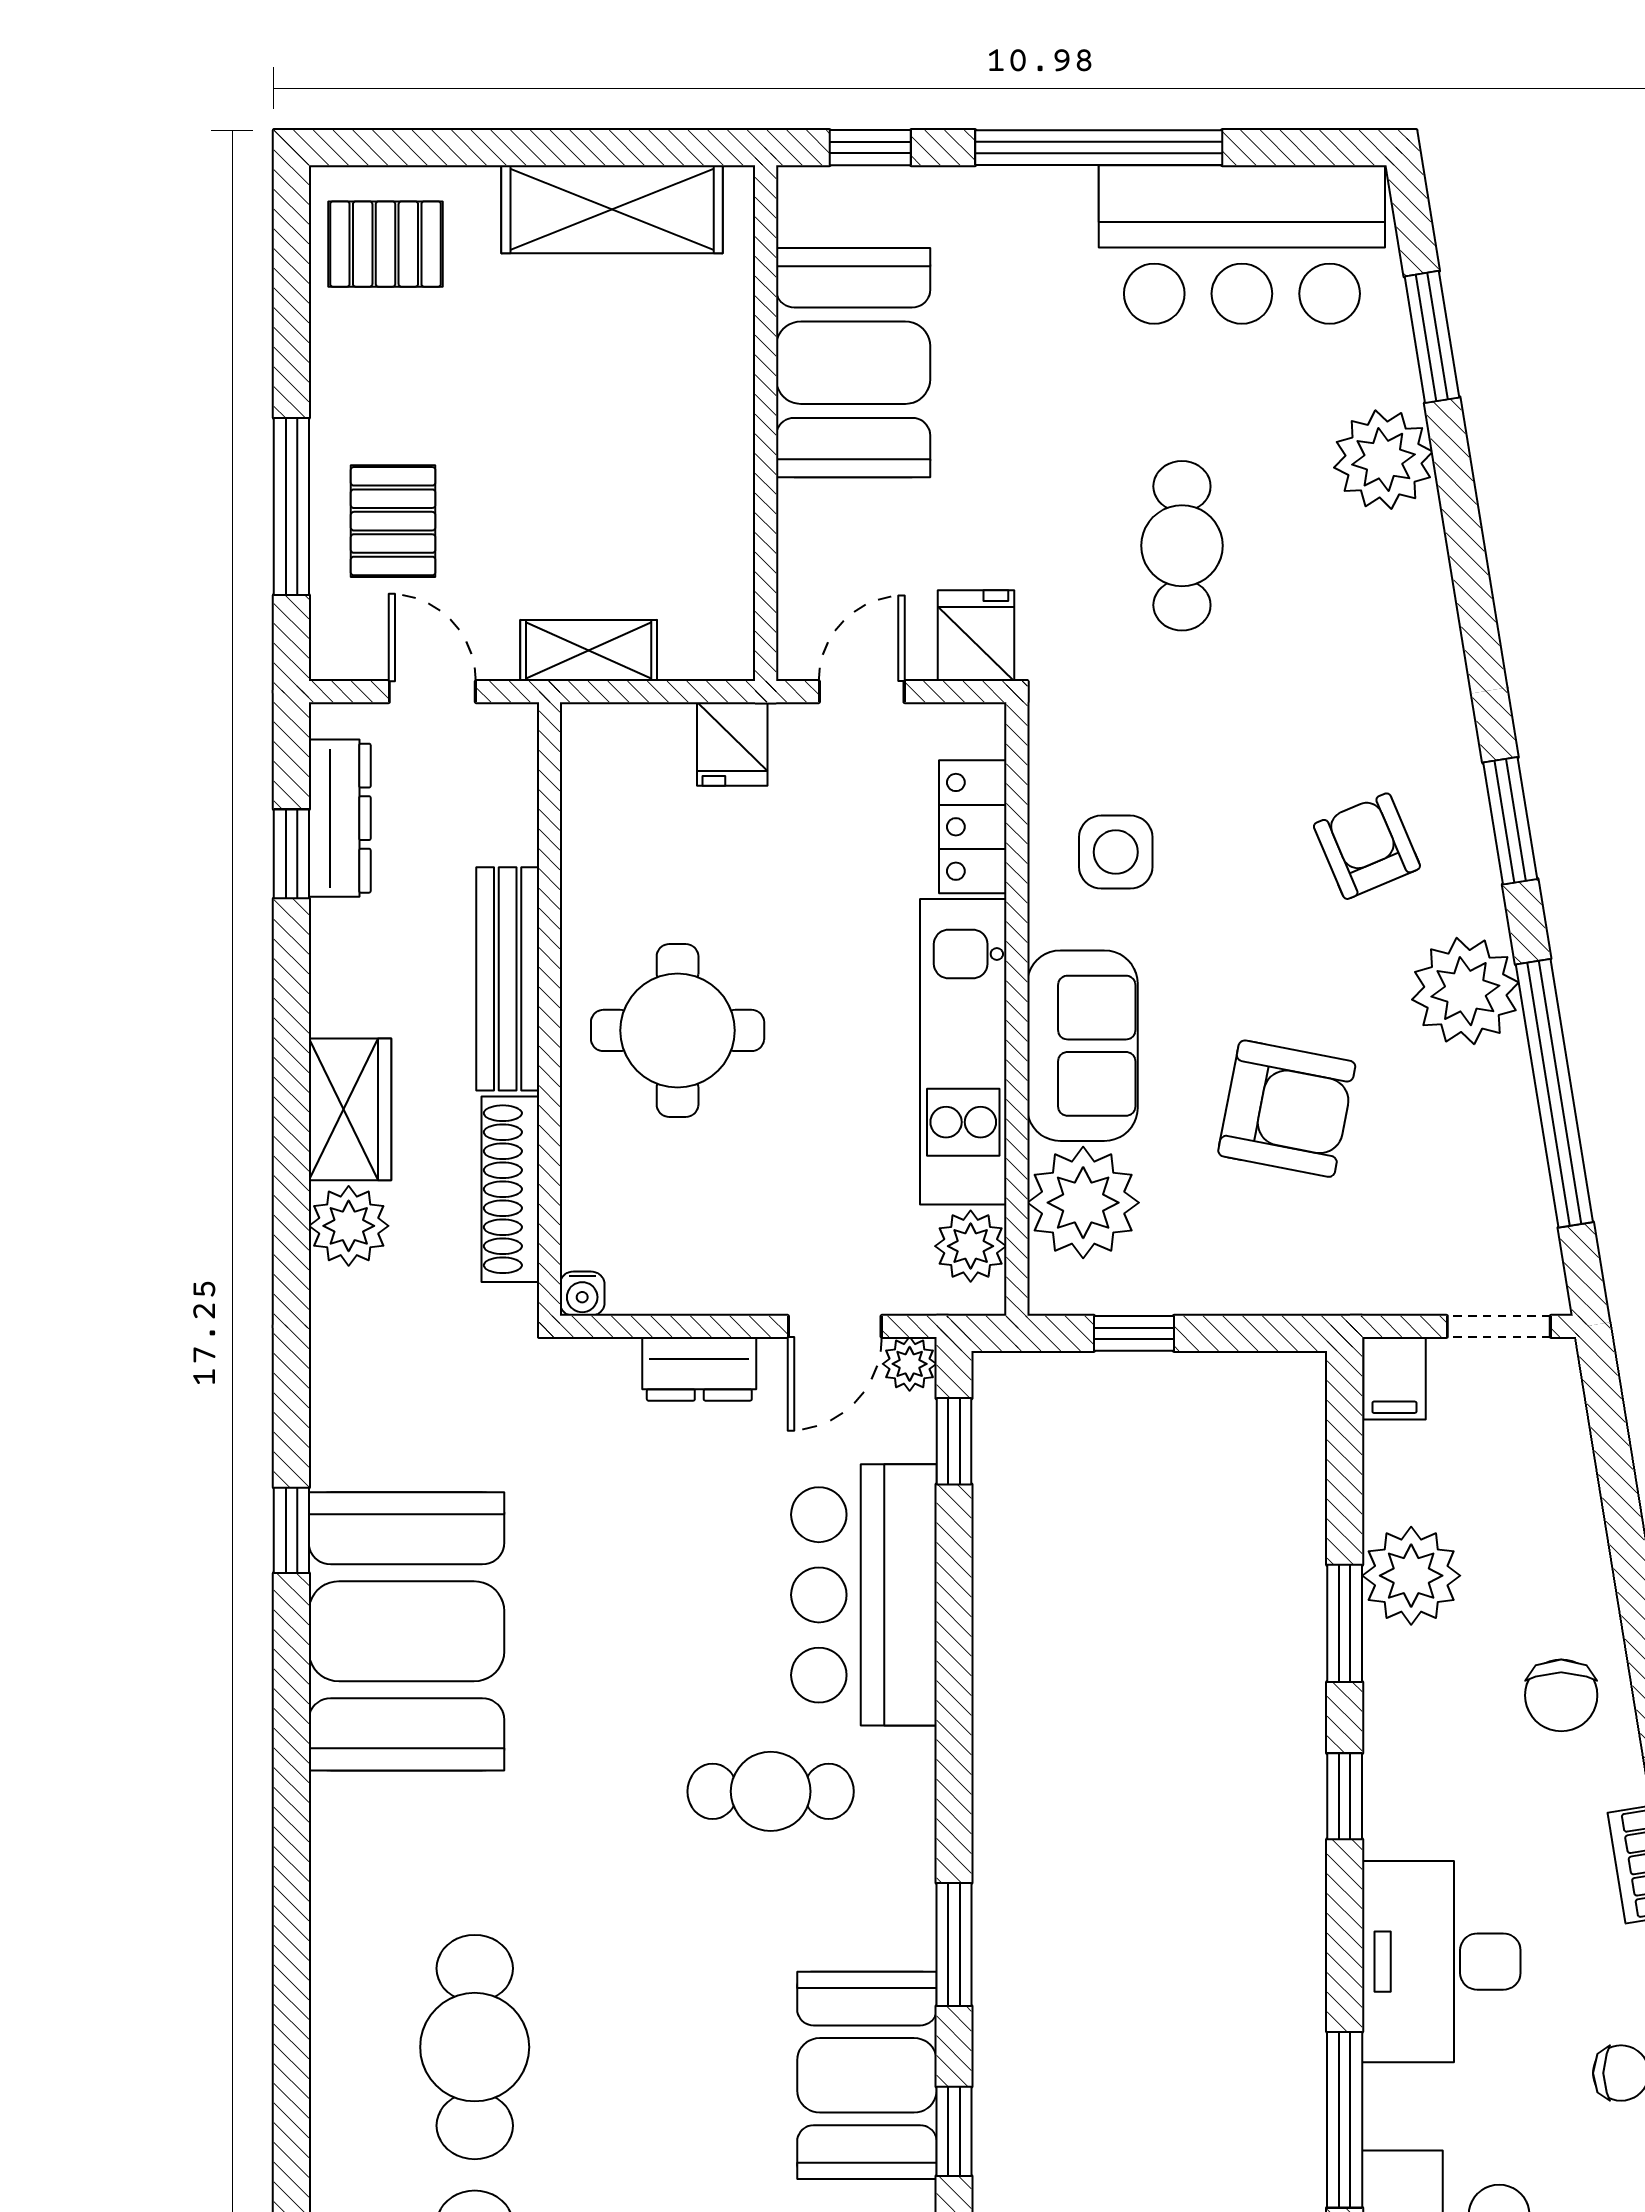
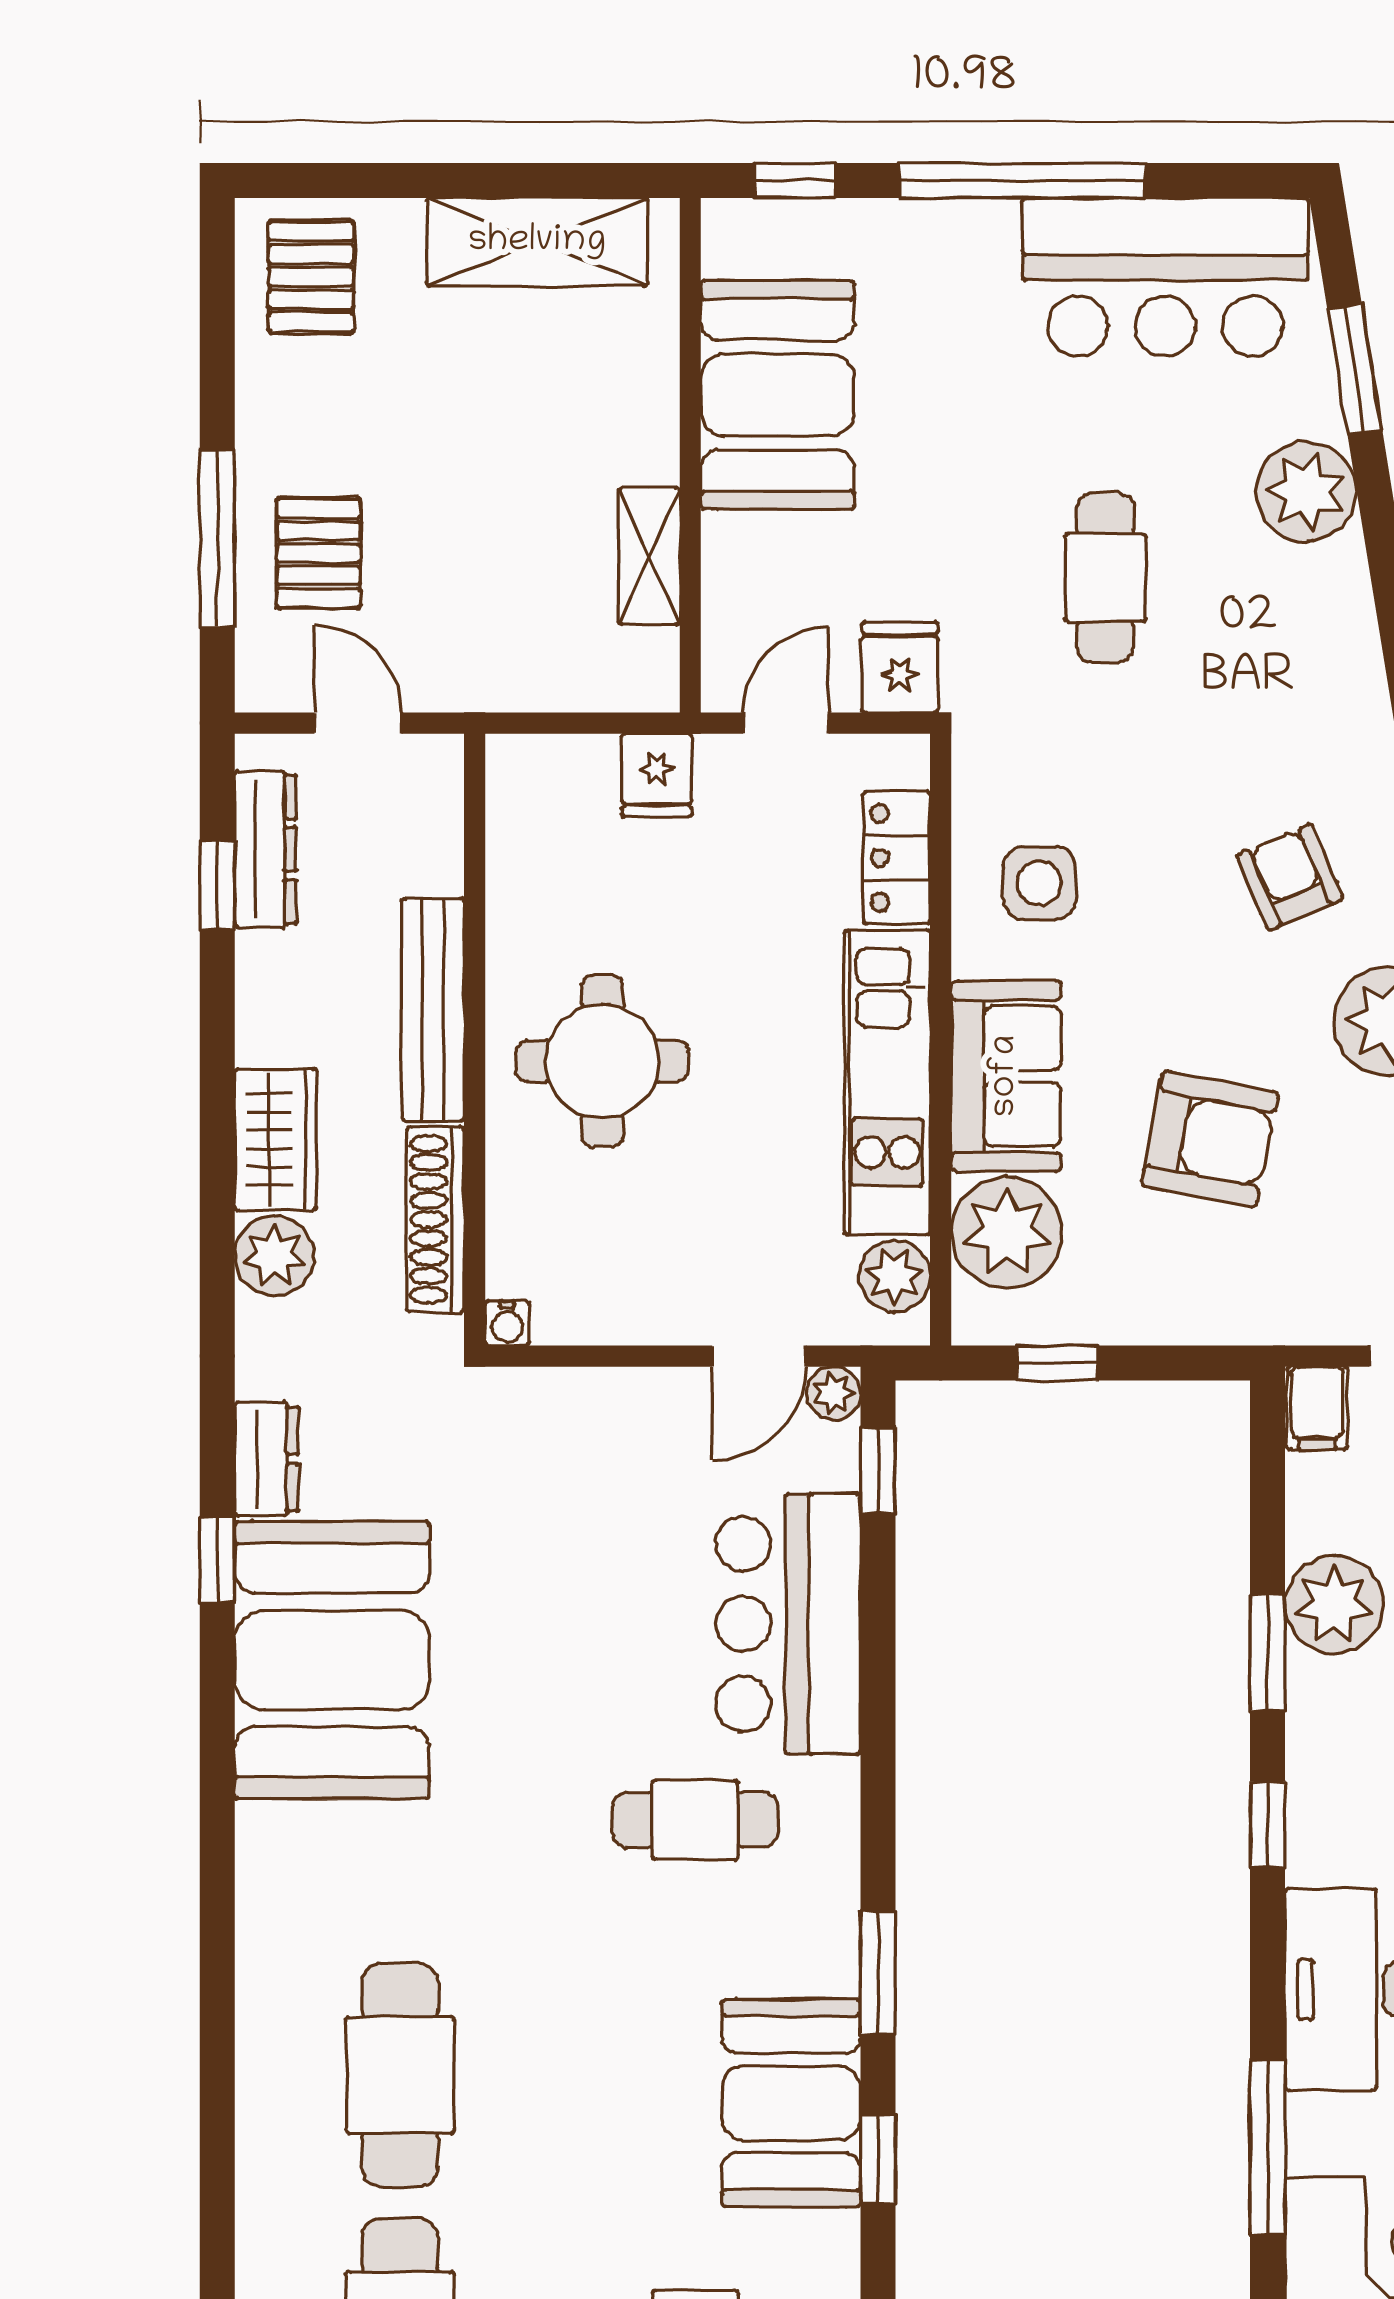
pallet: (386, 244) -> (311, 277), turned 90
shelving: (589, 650) -> (649, 556), moved, turned 90
dresser: (699, 1369) -> (267, 1459), moved, turned -90

